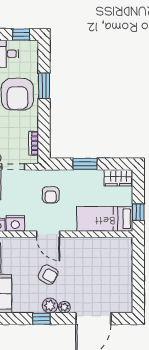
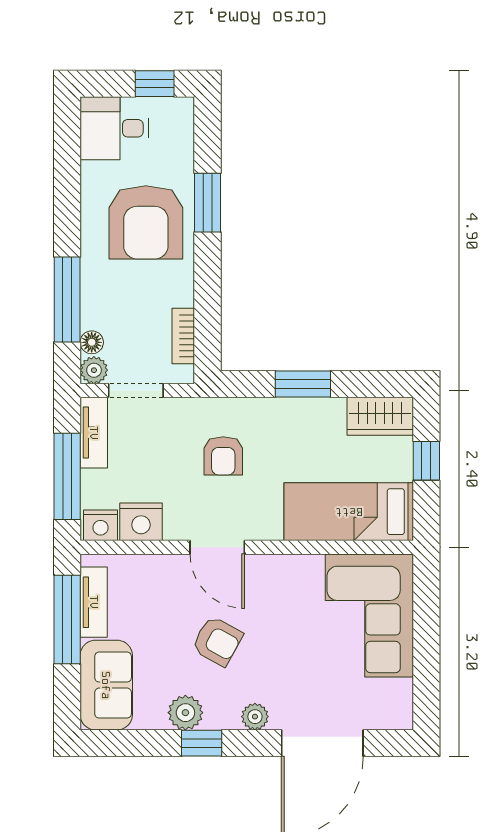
window: (138, 212) -> (426, 461), moved
corner sofa: (114, 264) -> (369, 615), added
plant: (50, 305) -> (185, 713), moved

